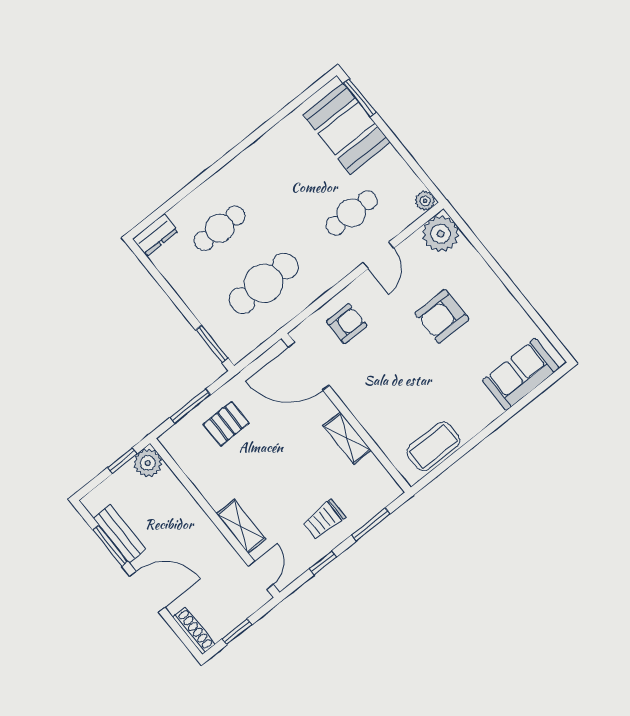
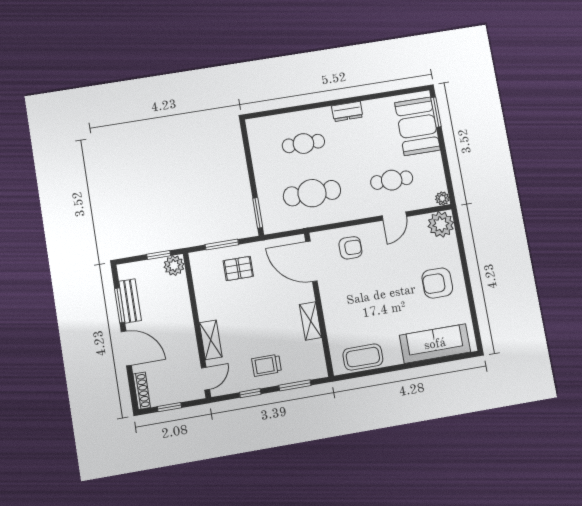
dresser: (155, 235) -> (347, 111), moved
armchair: (442, 316) -> (437, 283), moved
sofa: (521, 374) -> (435, 344), width x1.36

